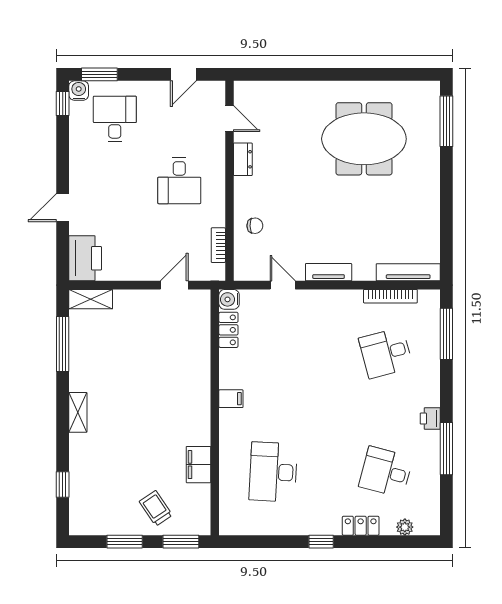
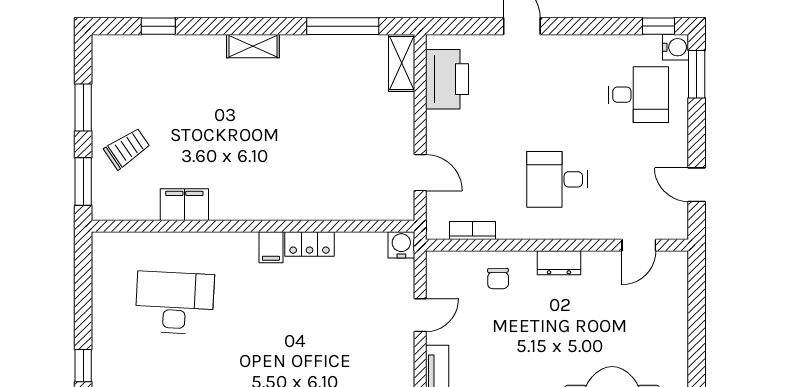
dresser: (243, 159) -> (559, 263), moved
printer: (85, 258) -> (447, 79), moved, turned -90
locker: (228, 330) -> (310, 244), moved

